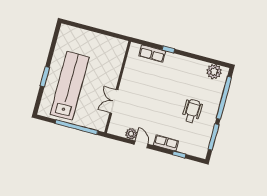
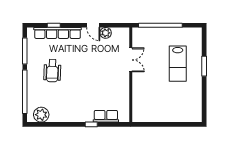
lab bench: (70, 86) -> (178, 64), width x0.54, depth x0.72
row of seats: (166, 143) -> (58, 33), width x2.02

